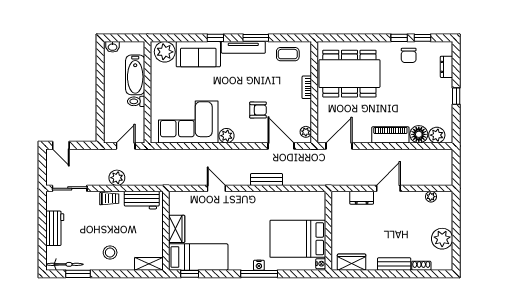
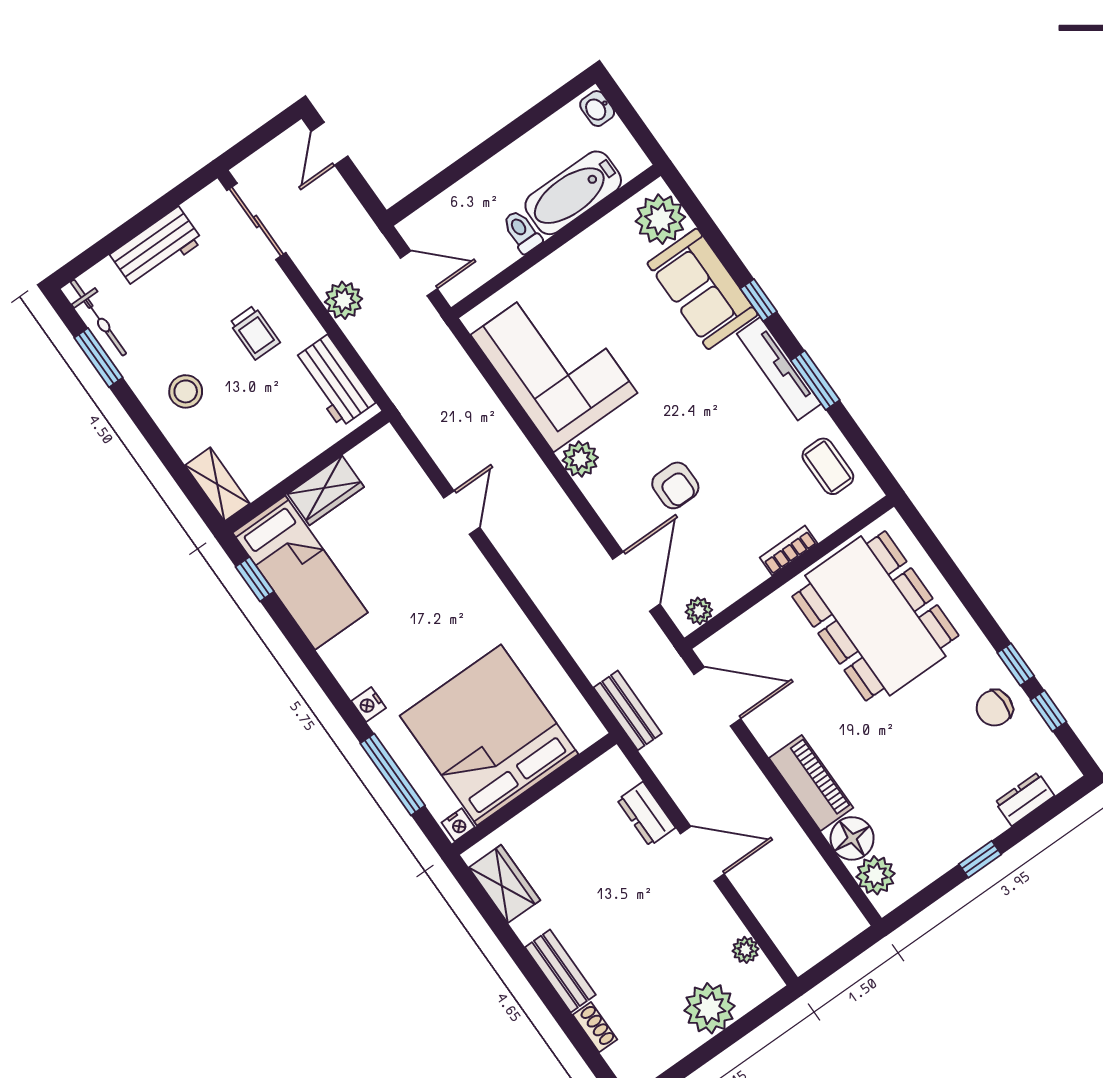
bench: (267, 179) -> (628, 710), moved
trolley: (109, 199) -> (255, 333), moved
bed: (298, 239) -> (489, 735), width x1.36
plant: (442, 239) -> (710, 1008), moved
window: (259, 274) -> (393, 774), moved

